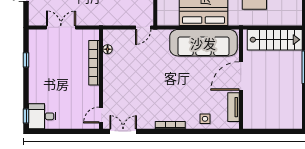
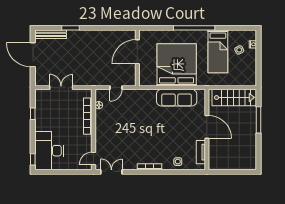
door: (143, 27) -> (116, 88), moved
sofa: (203, 43) -> (177, 98), width x0.74, depth x0.79
door: (241, 76) -> (207, 127), swing flipped
desk: (42, 116) -> (49, 151), width x1.87, depth x1.30

